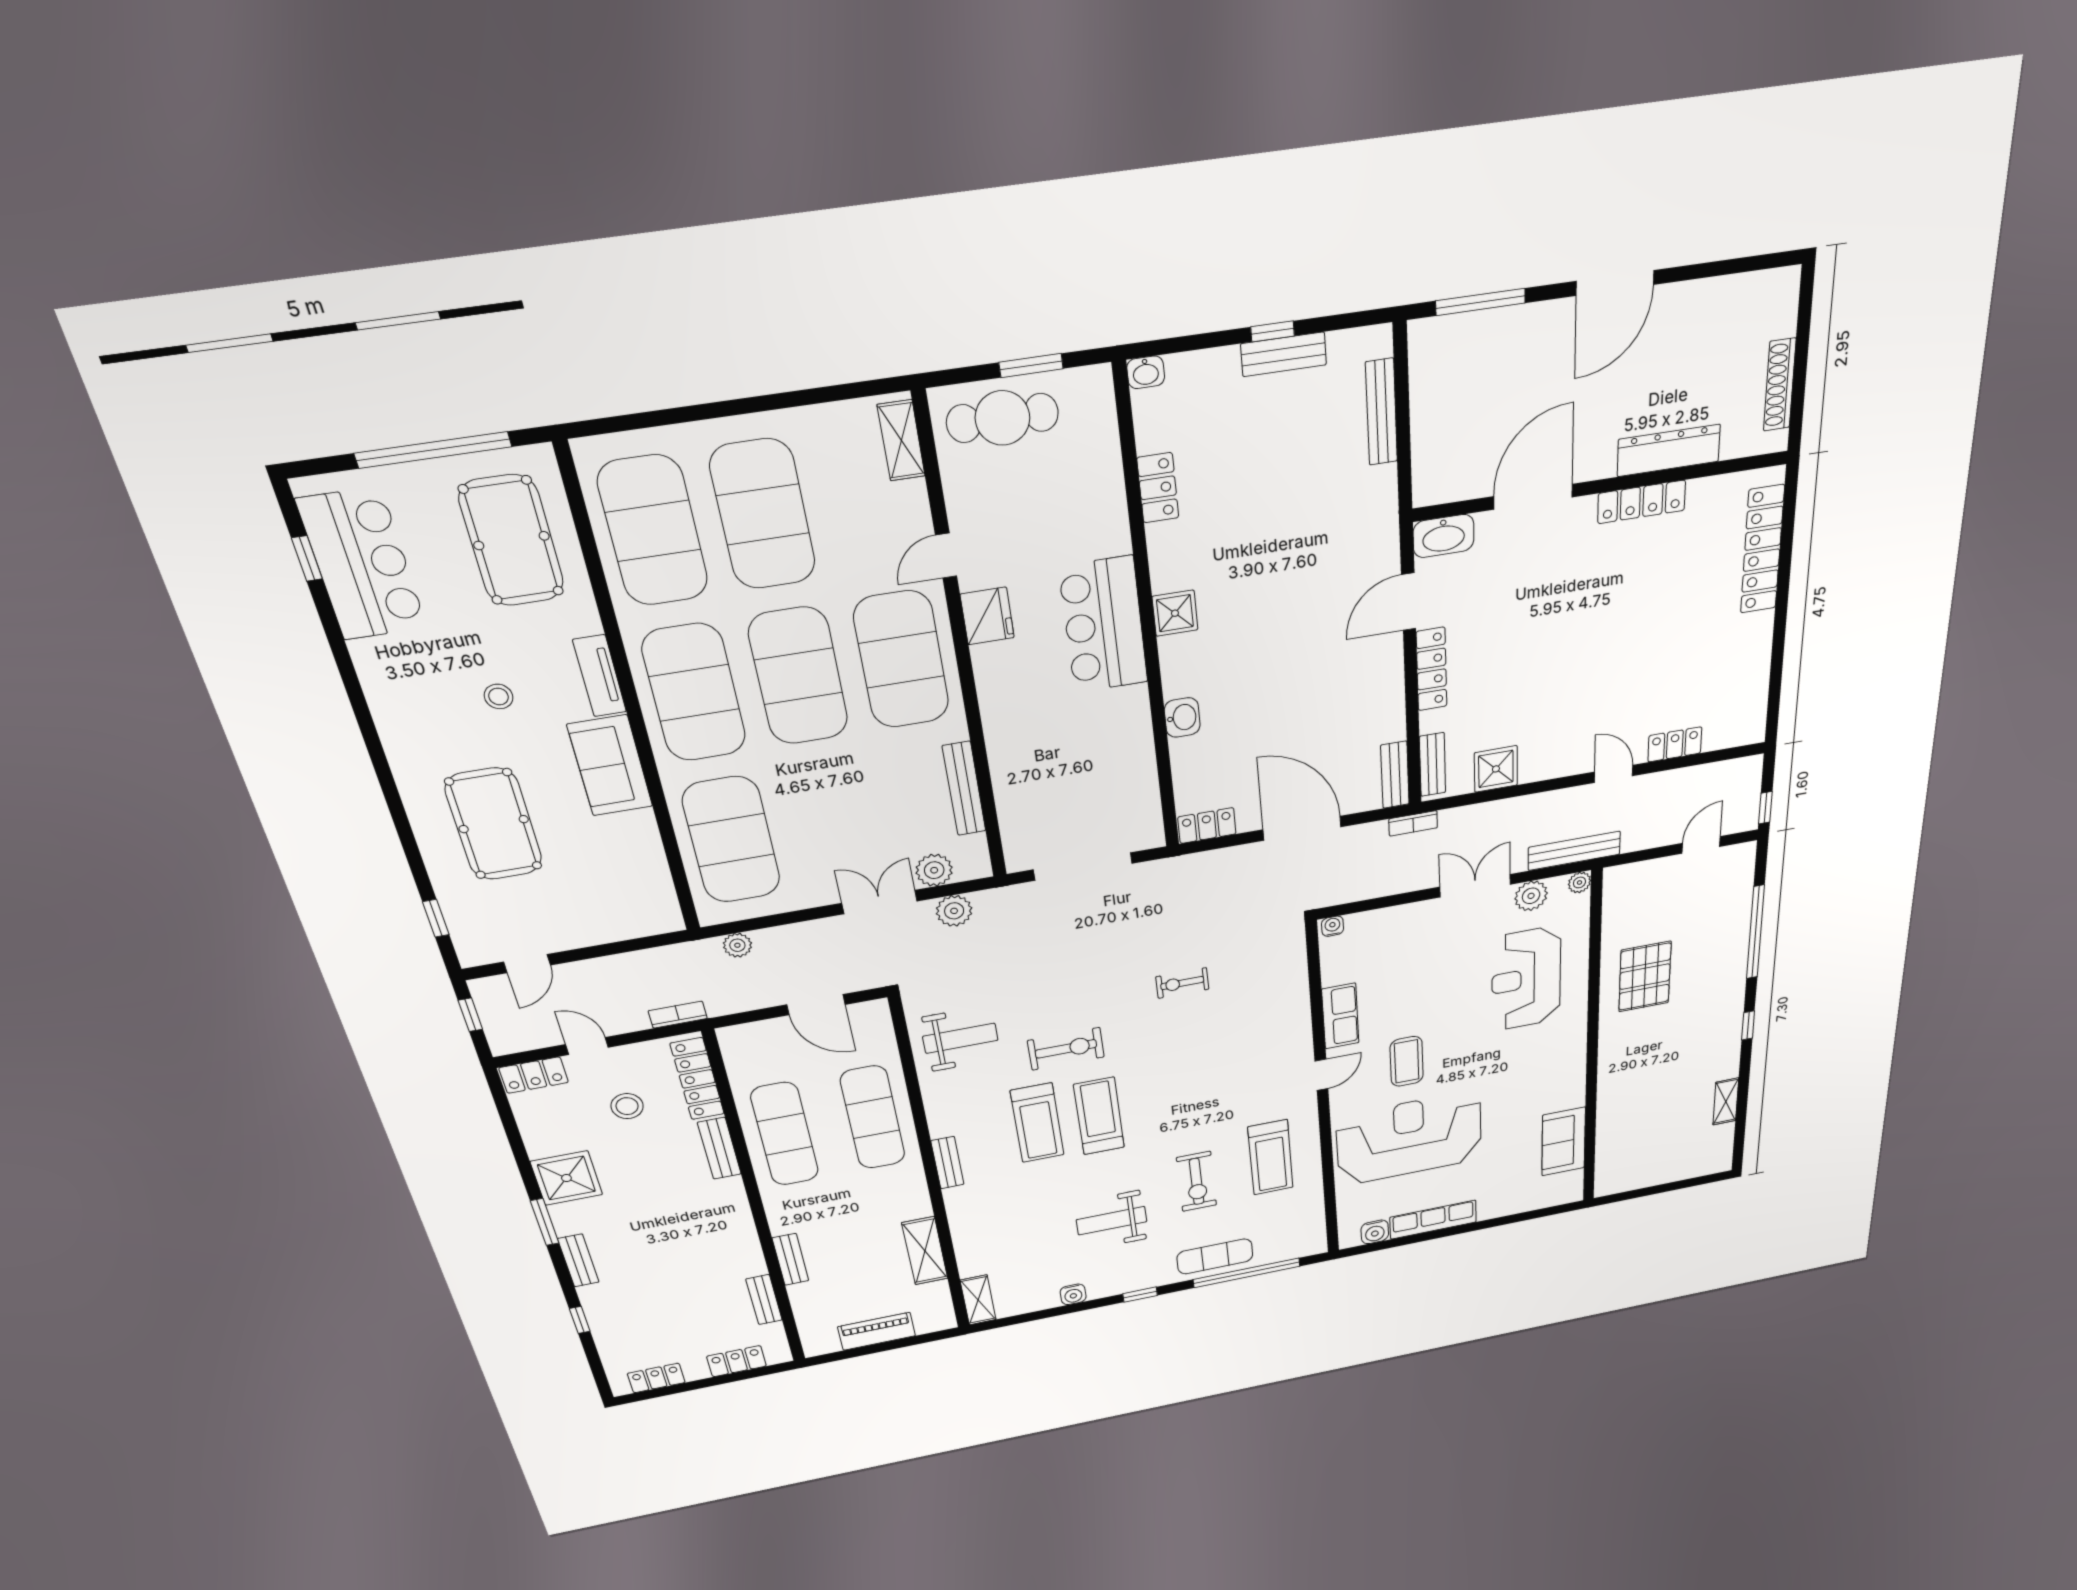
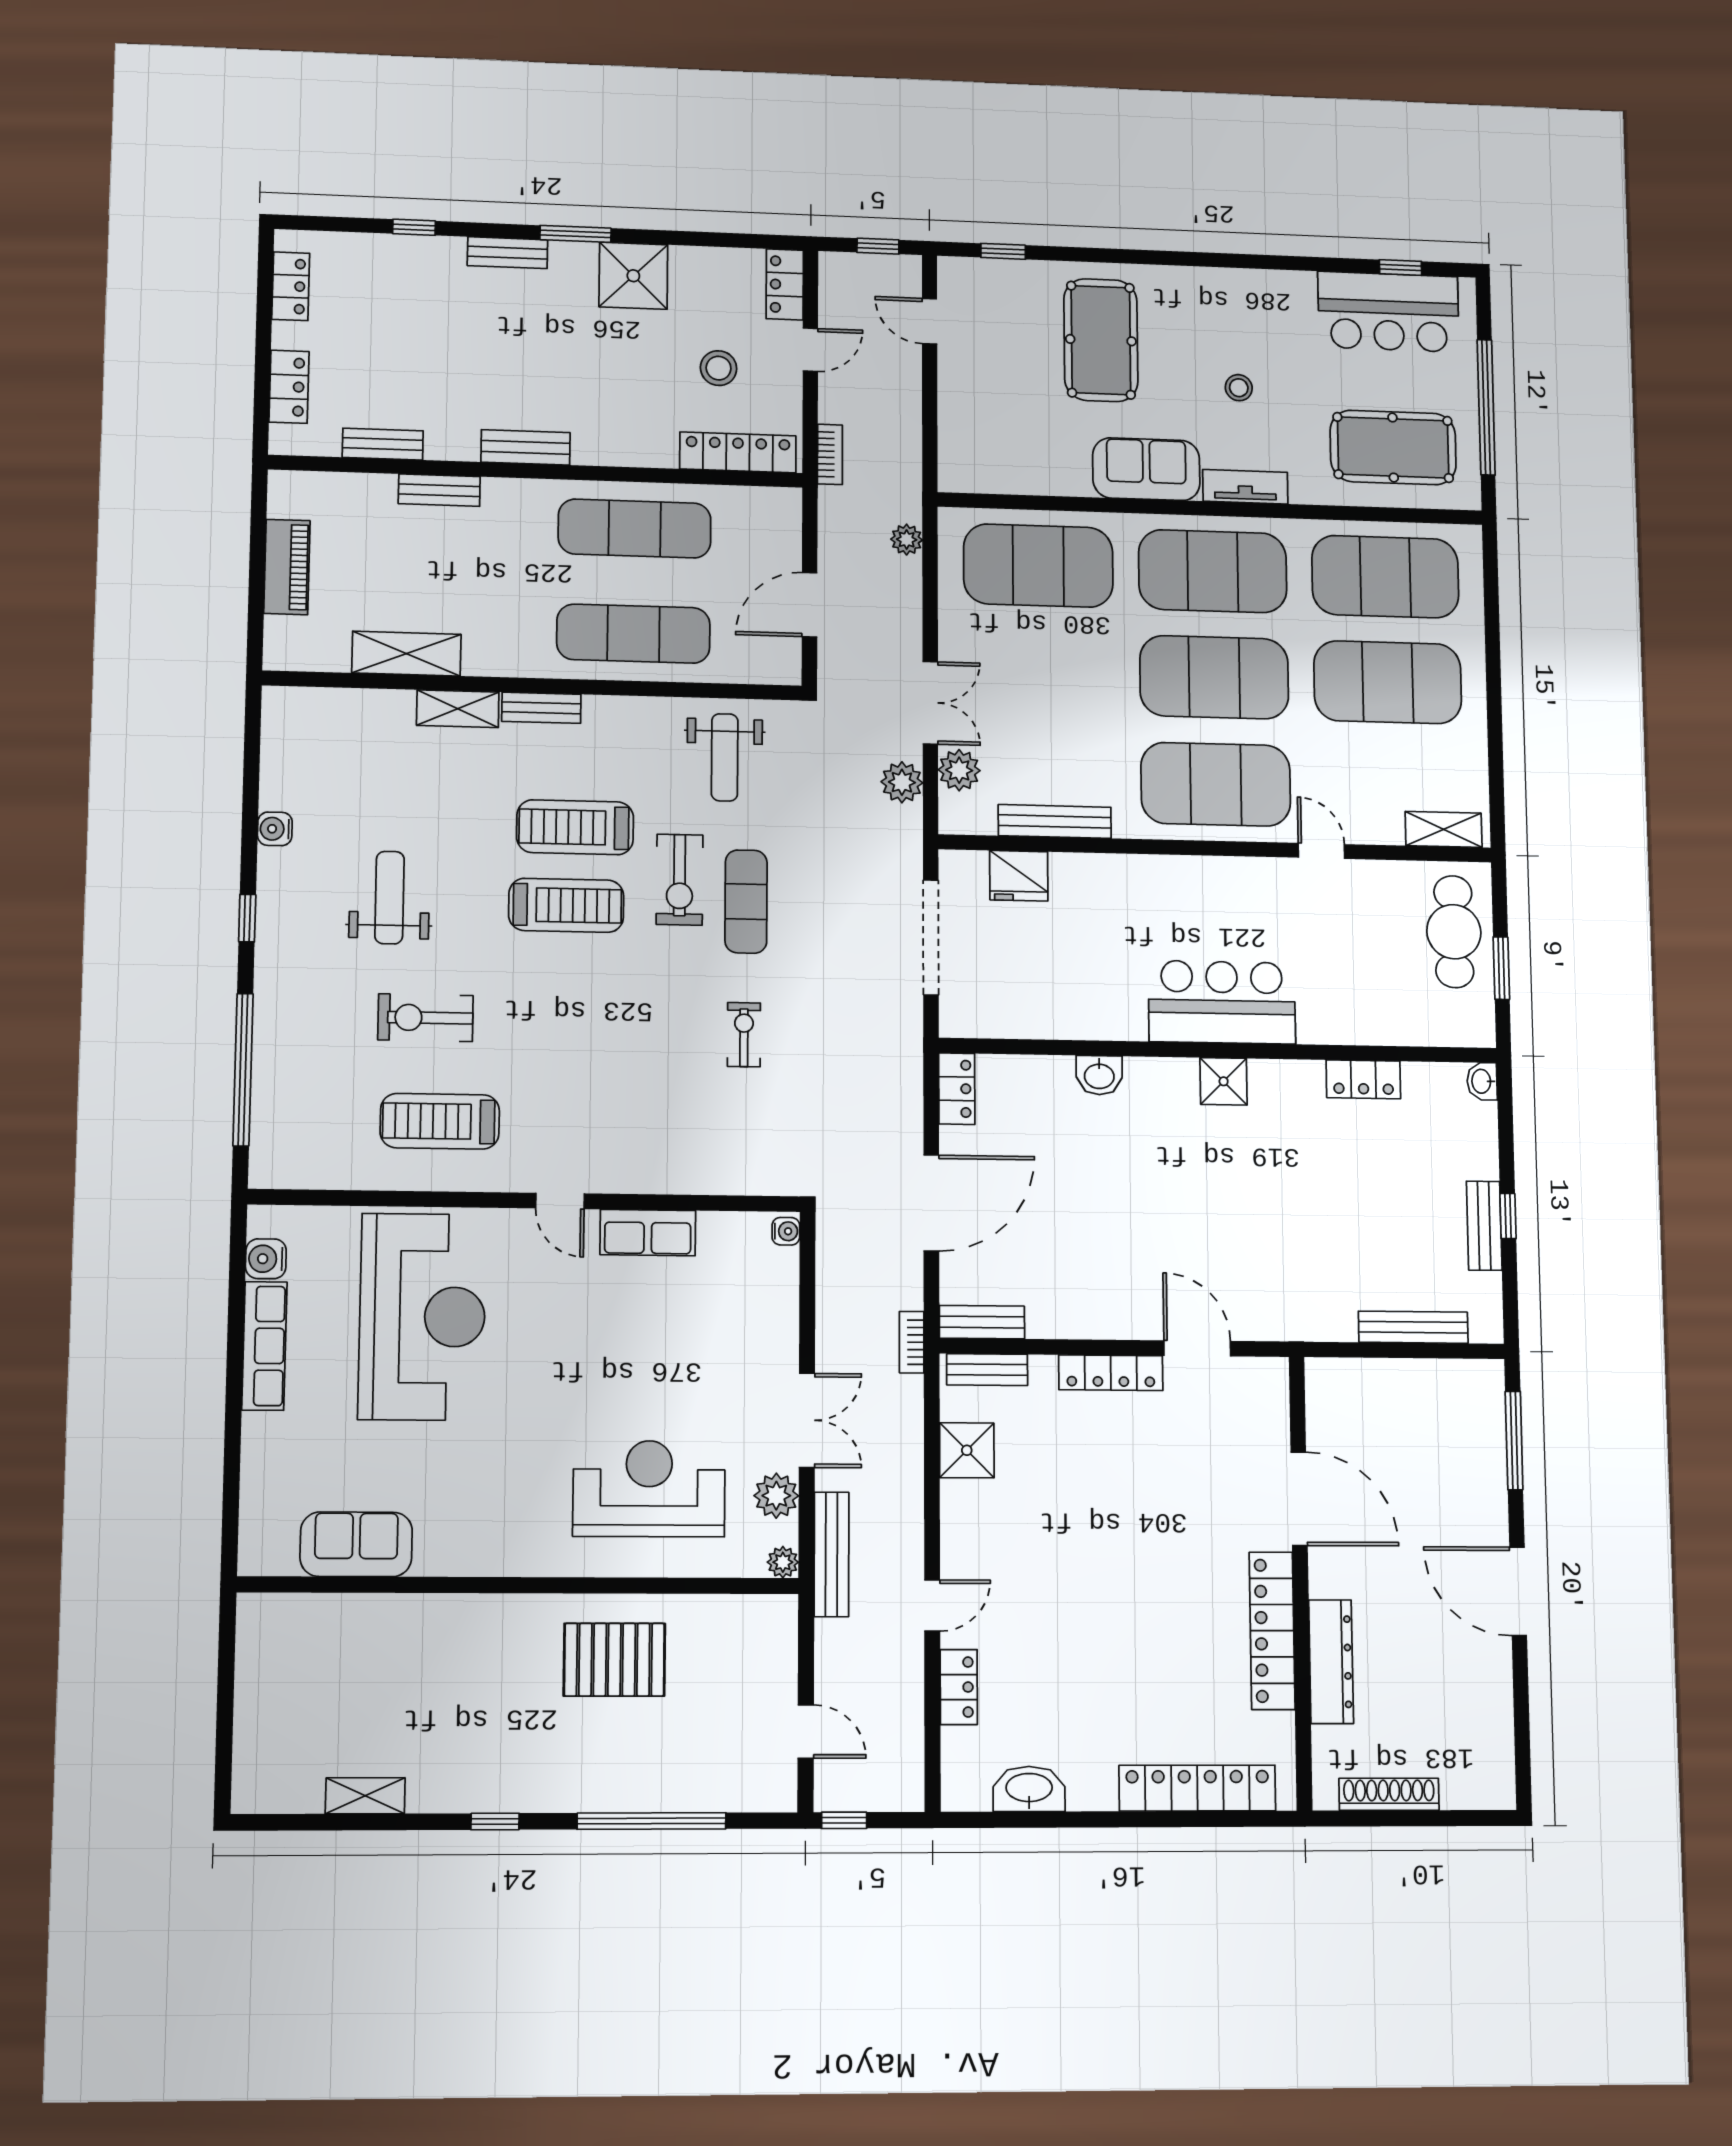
locker: (1642, 502) -> (1272, 1631), width x1.41, depth x1.21
washbasin: (1444, 536) -> (1029, 1789), moved, turned 90
fridge: (987, 616) -> (1019, 876), moved
pool table: (494, 824) -> (1101, 340), turned 90
coffee table: (1407, 1061) -> (554, 1318), removed
bench: (719, 1148) -> (526, 447), moved
exercise mat: (1215, 1256) -> (746, 902), moved
shelving: (978, 1300) -> (458, 709), moved

